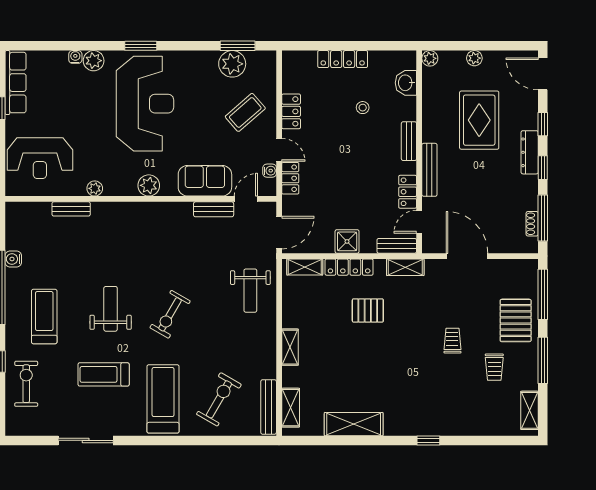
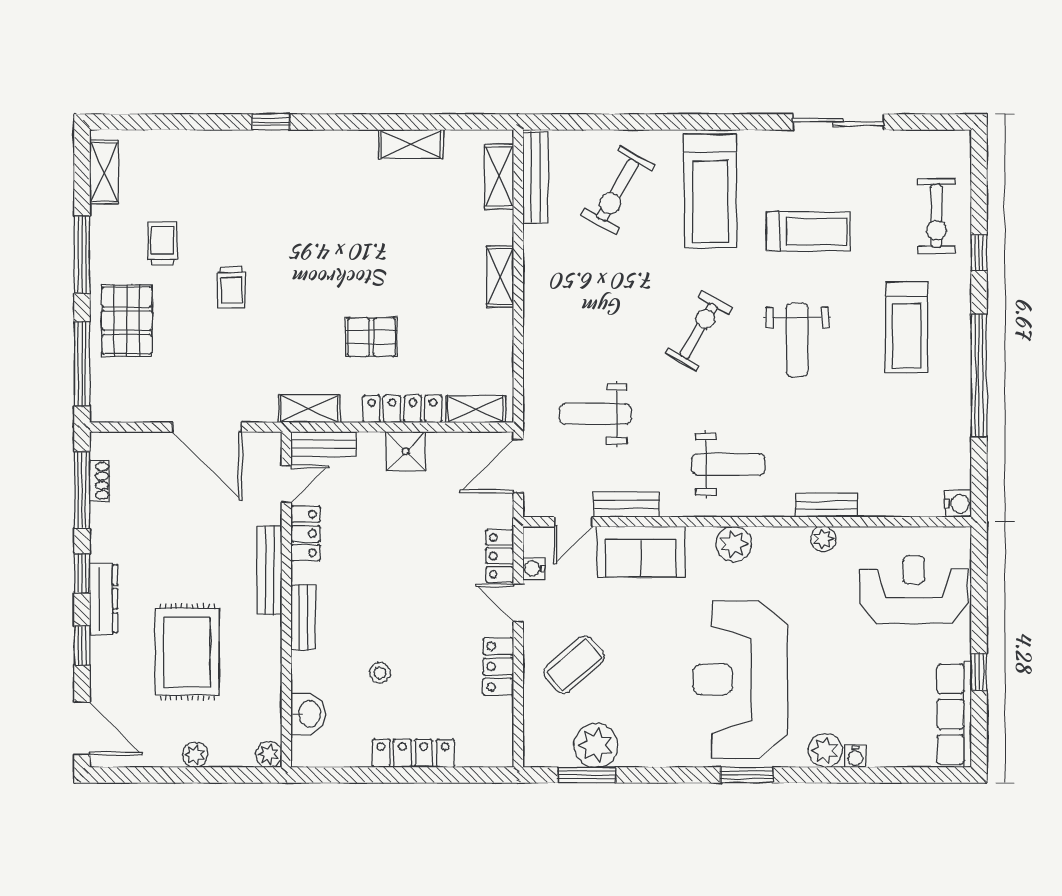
bench: (71, 209) -> (827, 505), moved
weight bench: (152, 234) -> (728, 464), added
water cooler: (13, 259) -> (958, 504), moved
weight bench: (250, 291) -> (595, 414), moved, turned -90
shelving: (354, 424) -> (411, 144), width x0.67, depth x0.75

